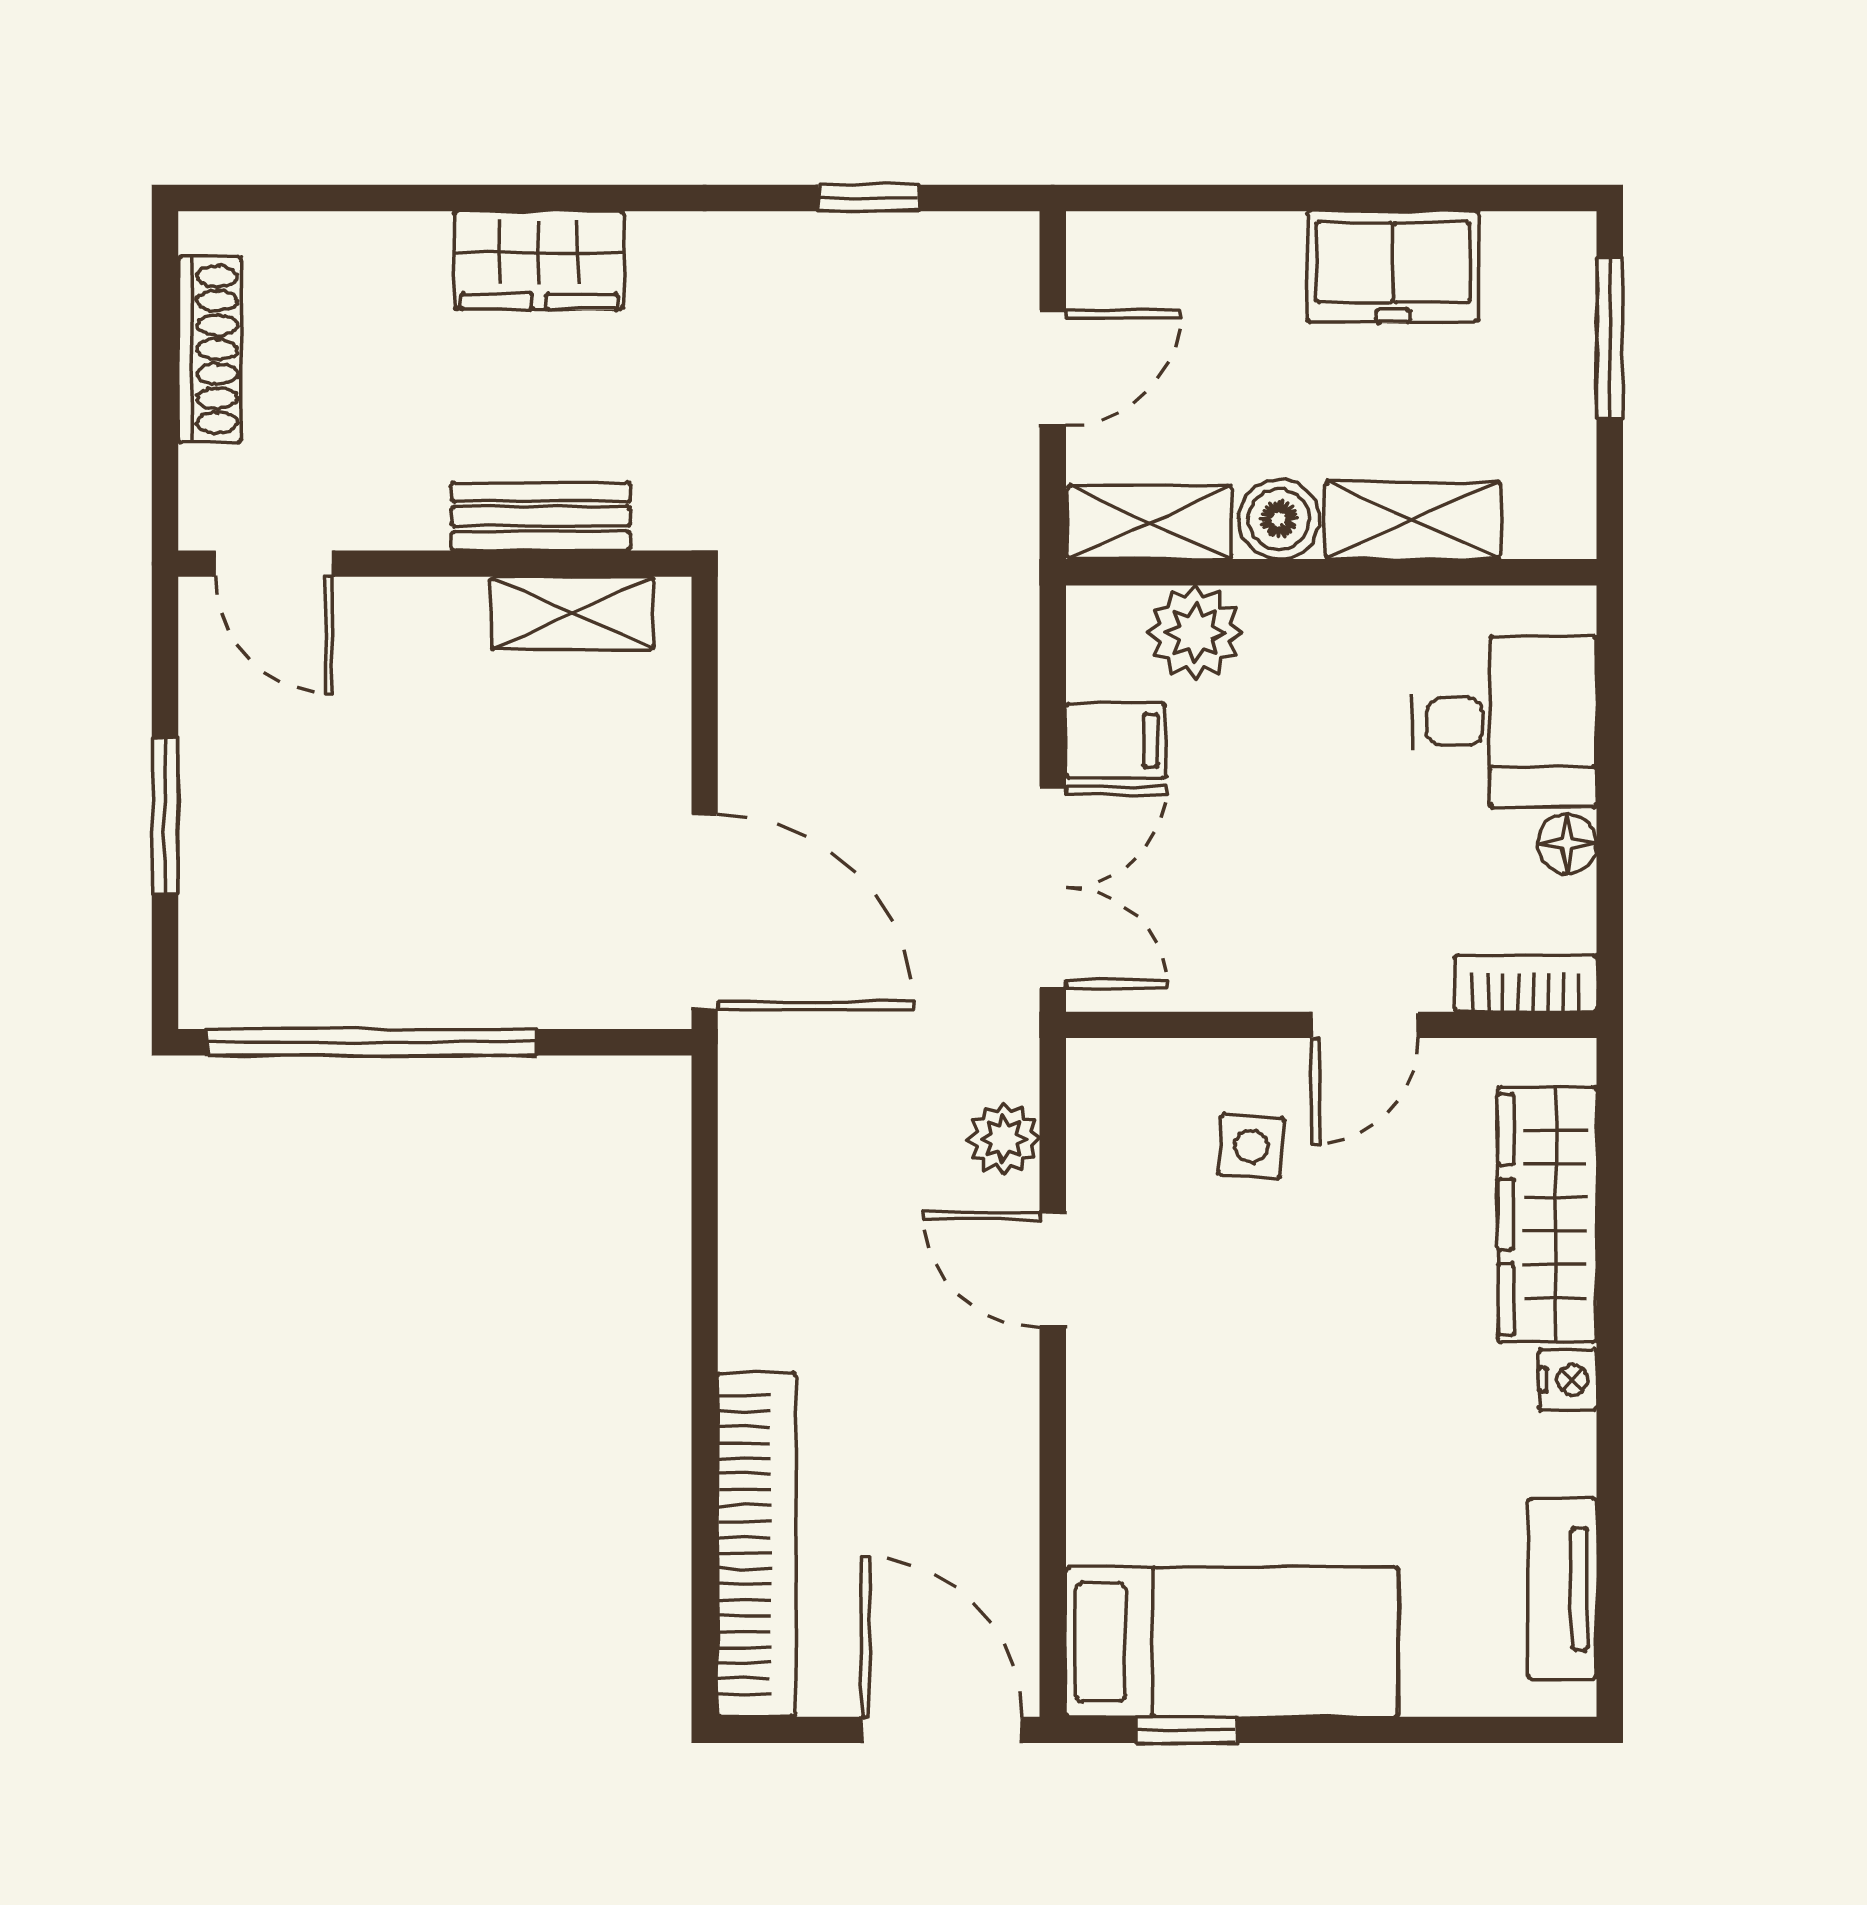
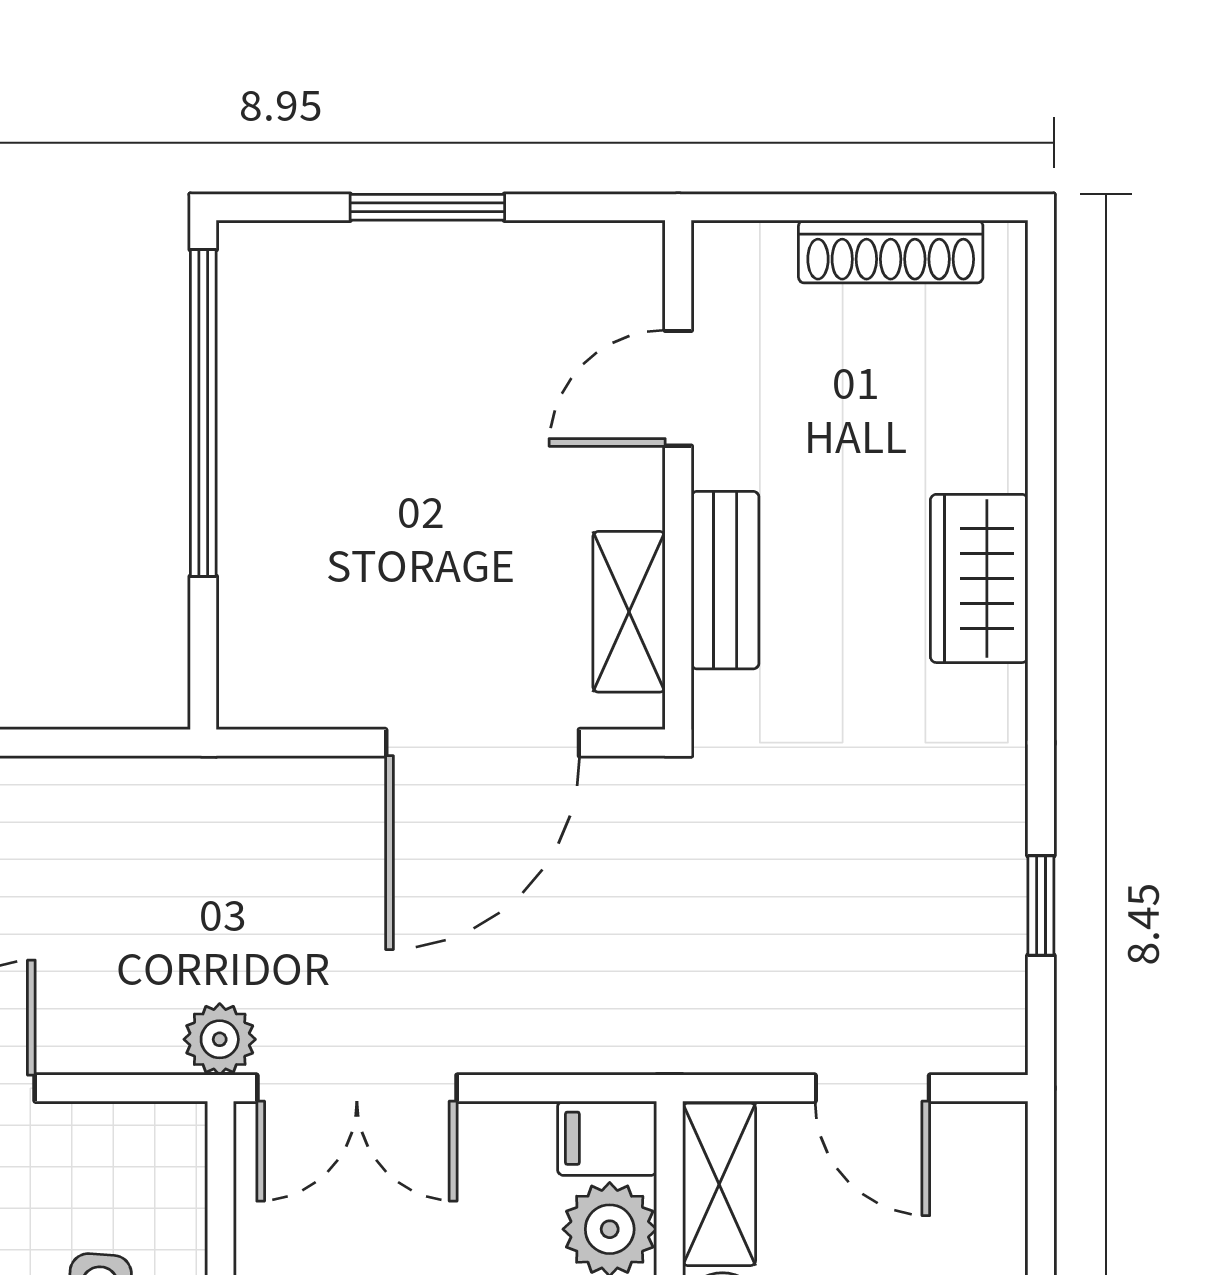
door: (274, 564) -> (678, 388), moved
filing cabinet: (1116, 741) -> (607, 1138), moved, turned 90
door: (705, 912) -> (483, 743), moved
plant: (1004, 1139) -> (220, 1039), moved

